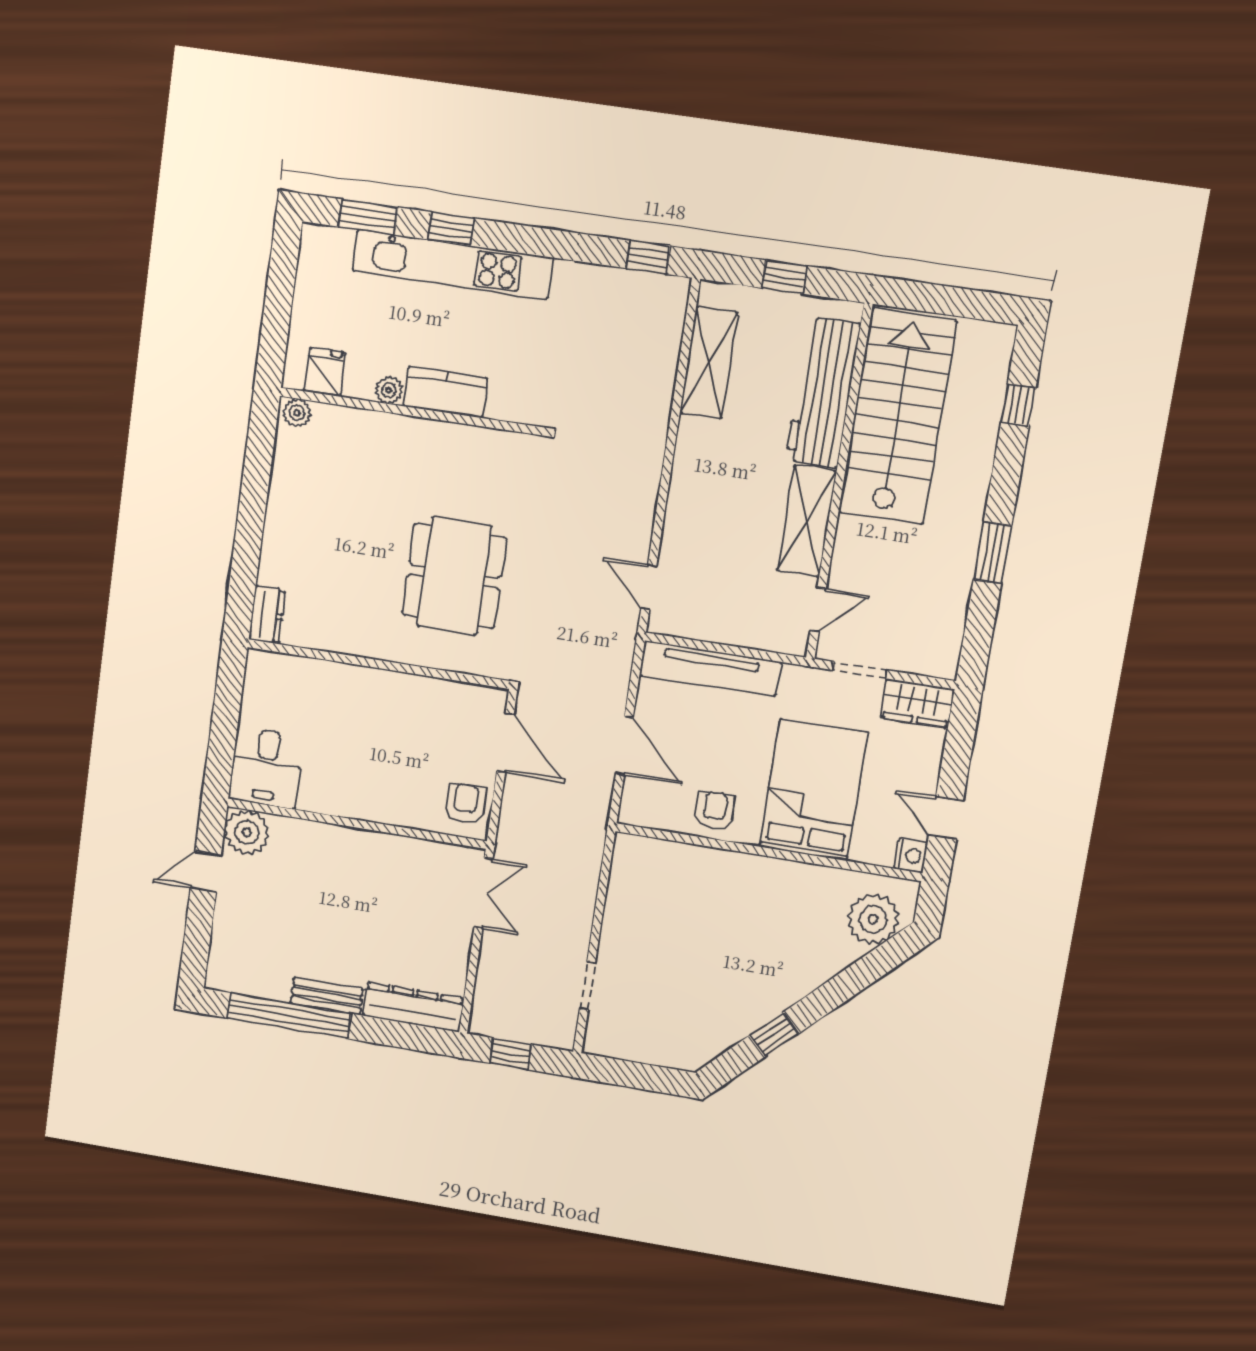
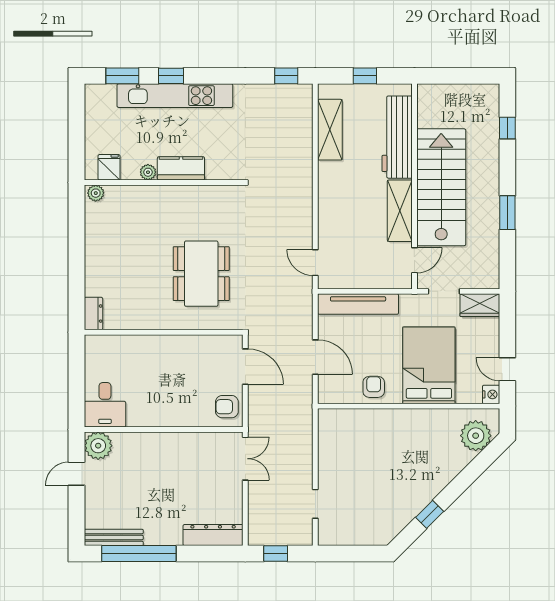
stairs: (897, 417) -> (441, 187), moved
armchair: (465, 804) -> (227, 407), turned -90
bench: (327, 996) -> (114, 537), moved, width x1.36

